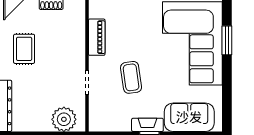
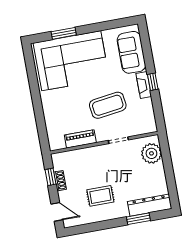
coffee table: (131, 77) -> (108, 105), width x1.36, depth x1.32

